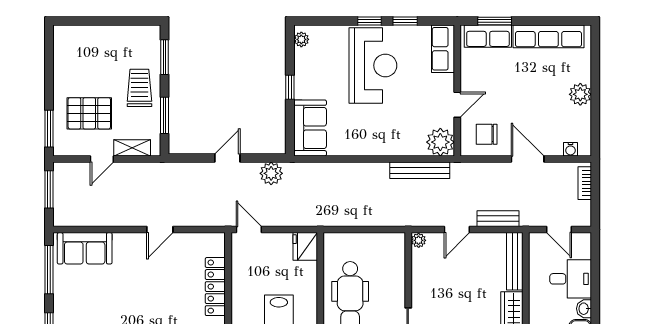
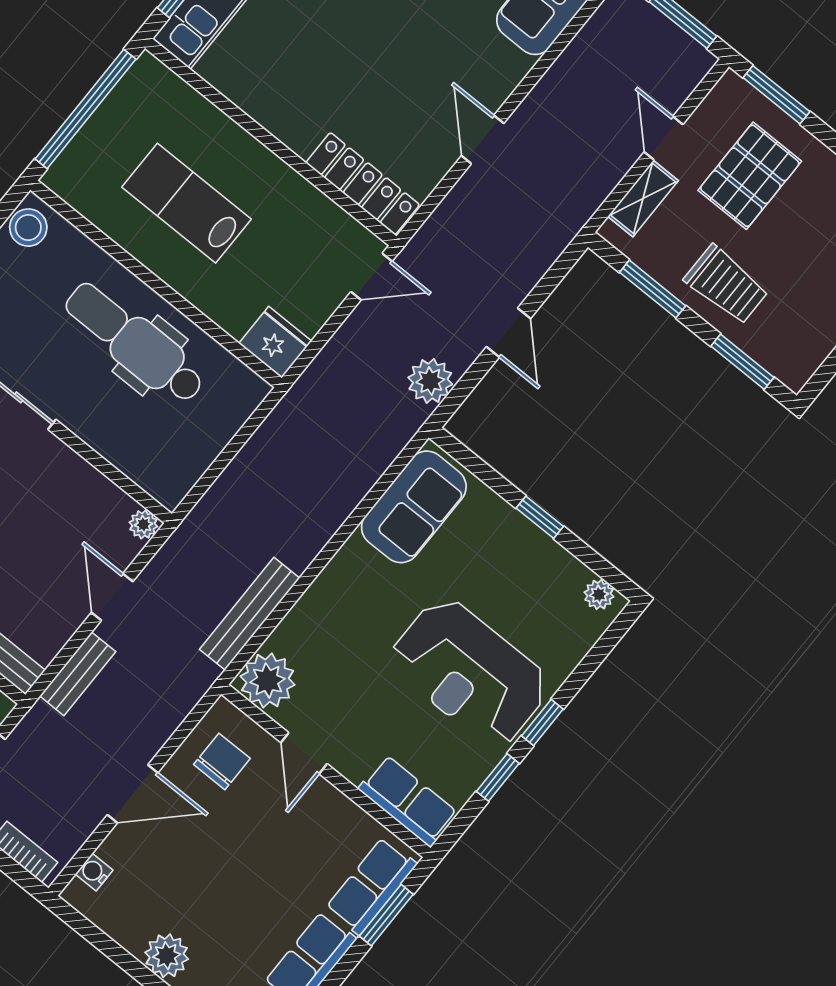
sofa: (310, 128) -> (414, 507), moved, turned -90
locker: (215, 287) -> (363, 184), moved

